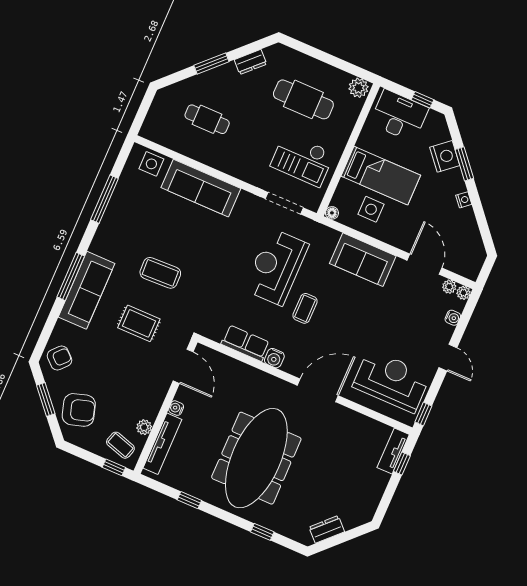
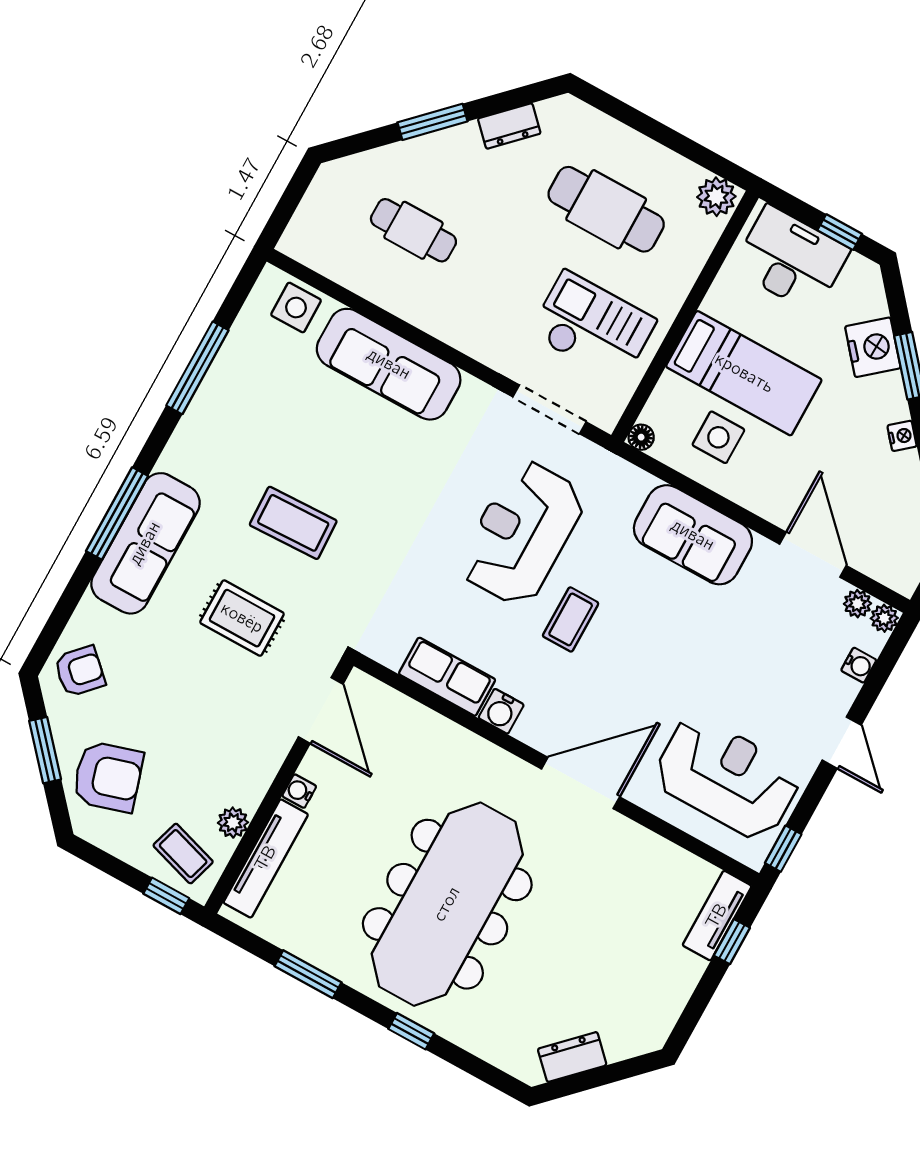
checkout: (302, 160) -> (593, 327), turned 180
window: (189, 500) -> (308, 974), width x1.50
window: (262, 532) -> (411, 1031), moved

